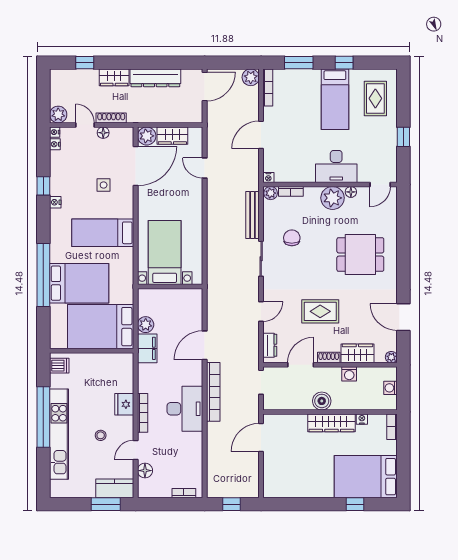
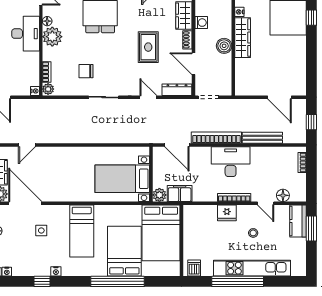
bench: (253, 215) -> (262, 138), moved
bed with nightstands: (165, 252) -> (122, 179), moved
wall: (170, 286) -> (151, 174), moved
dresser: (270, 345) -> (177, 90), width x1.44
door: (261, 437) -> (280, 97), moved

